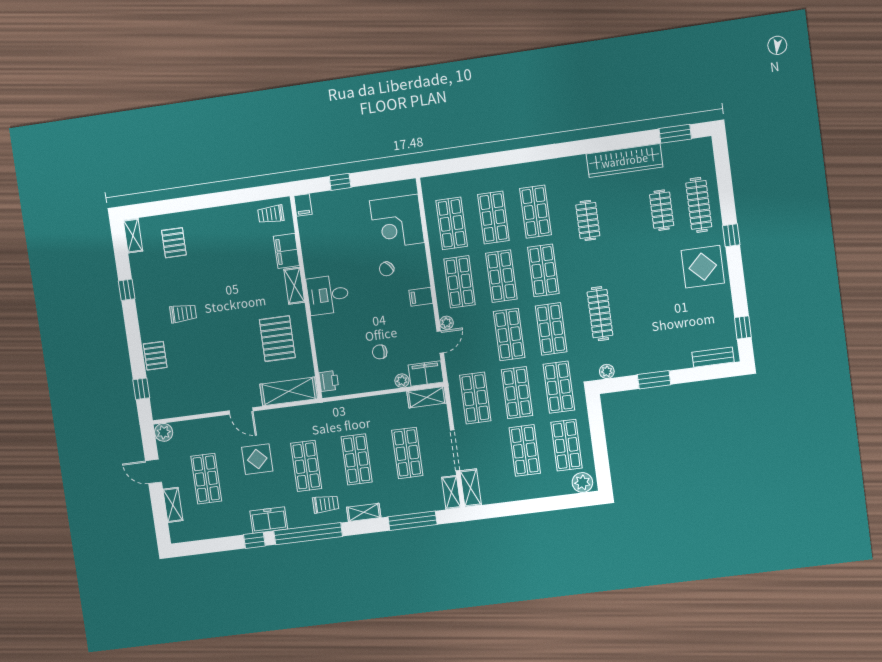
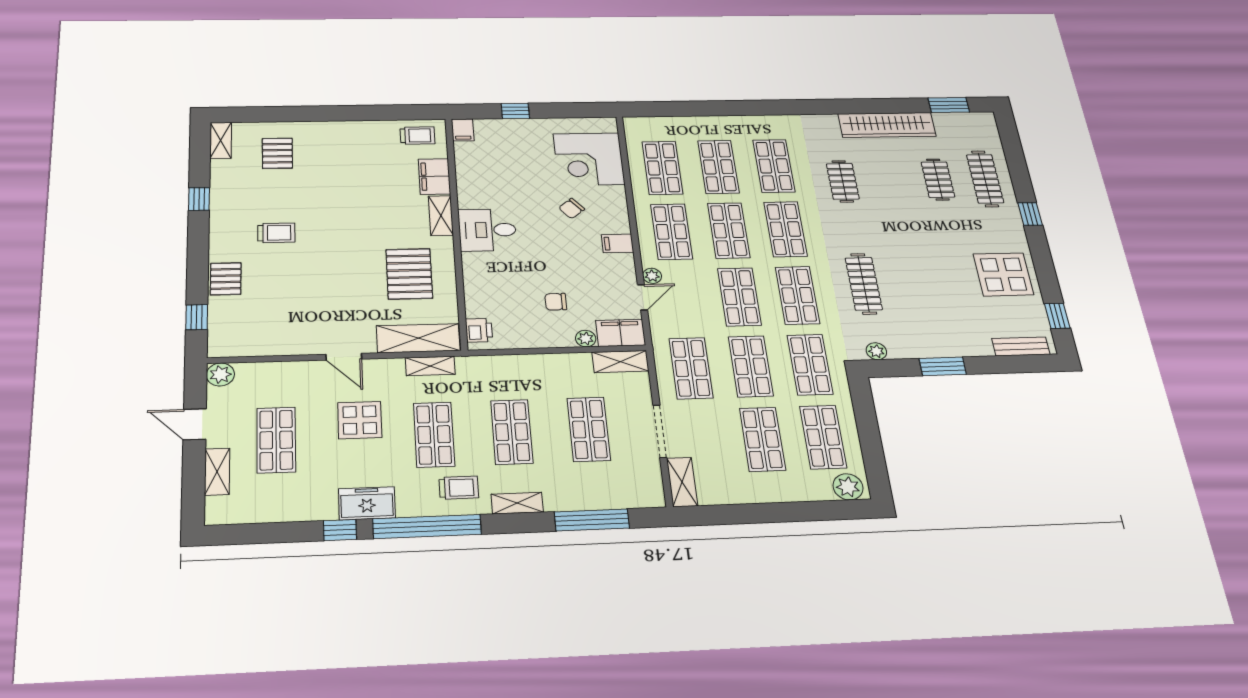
trolley: (271, 214) -> (417, 135), turned 180
display table: (703, 267) -> (1003, 274), moved
shelving: (451, 492) -> (430, 366), moved, turned 90

